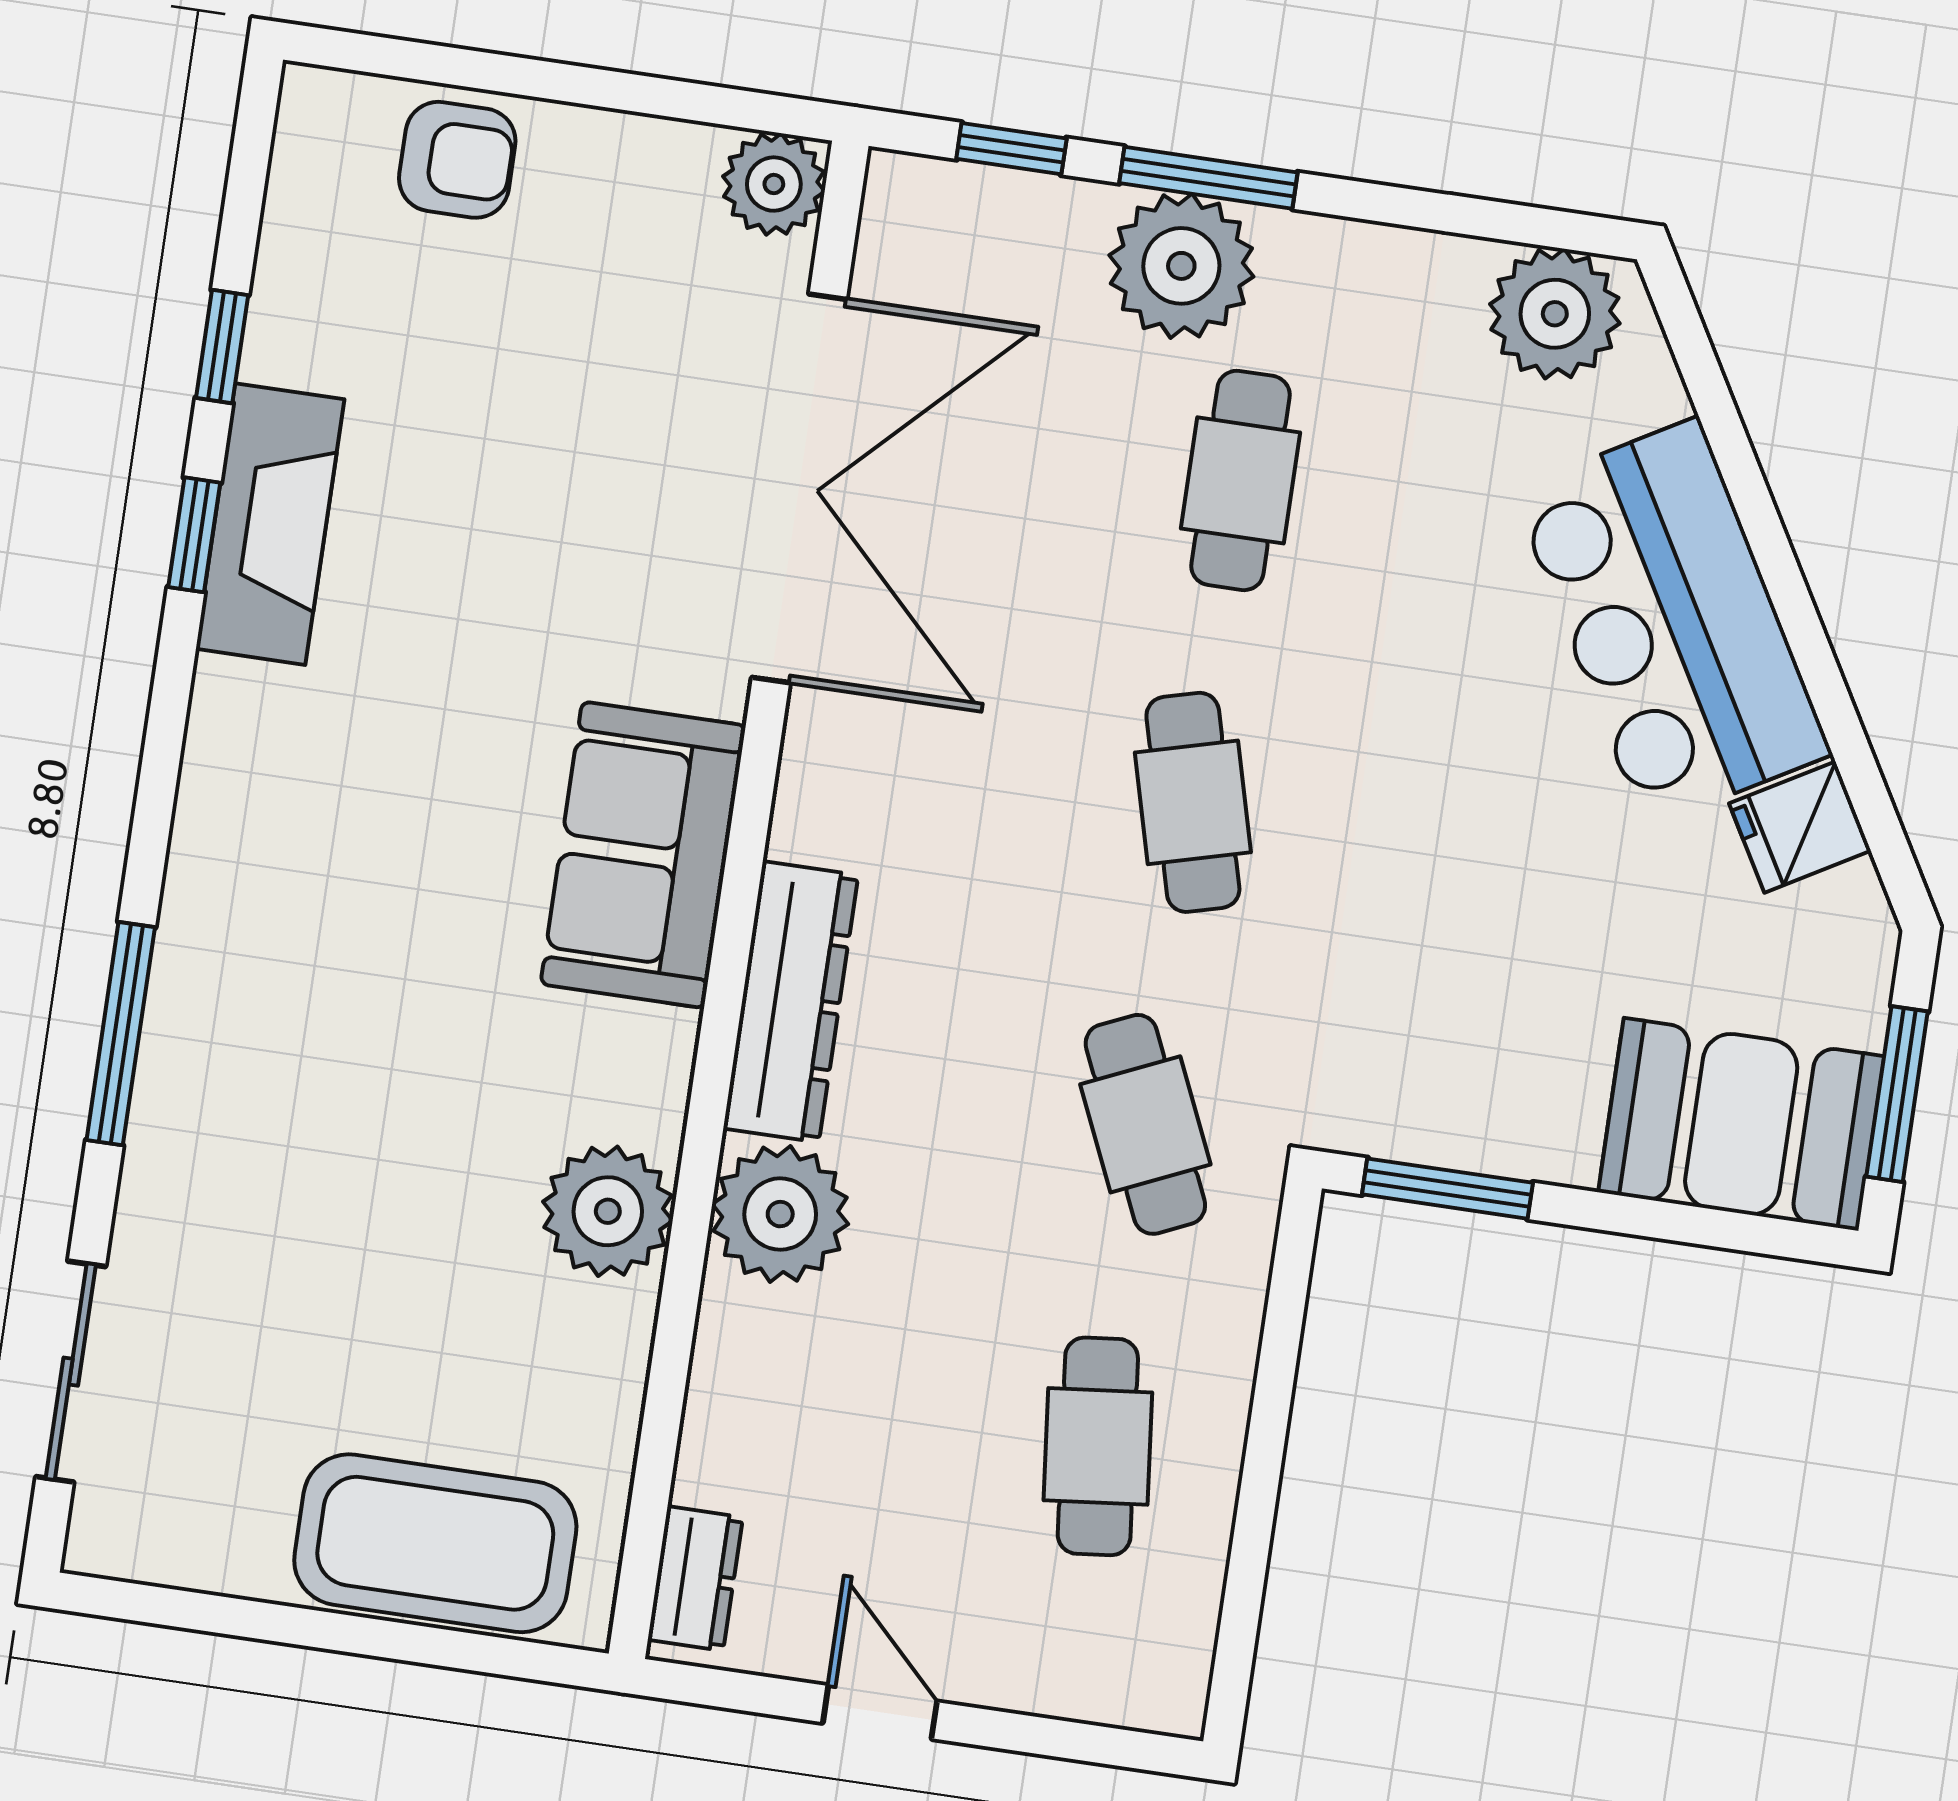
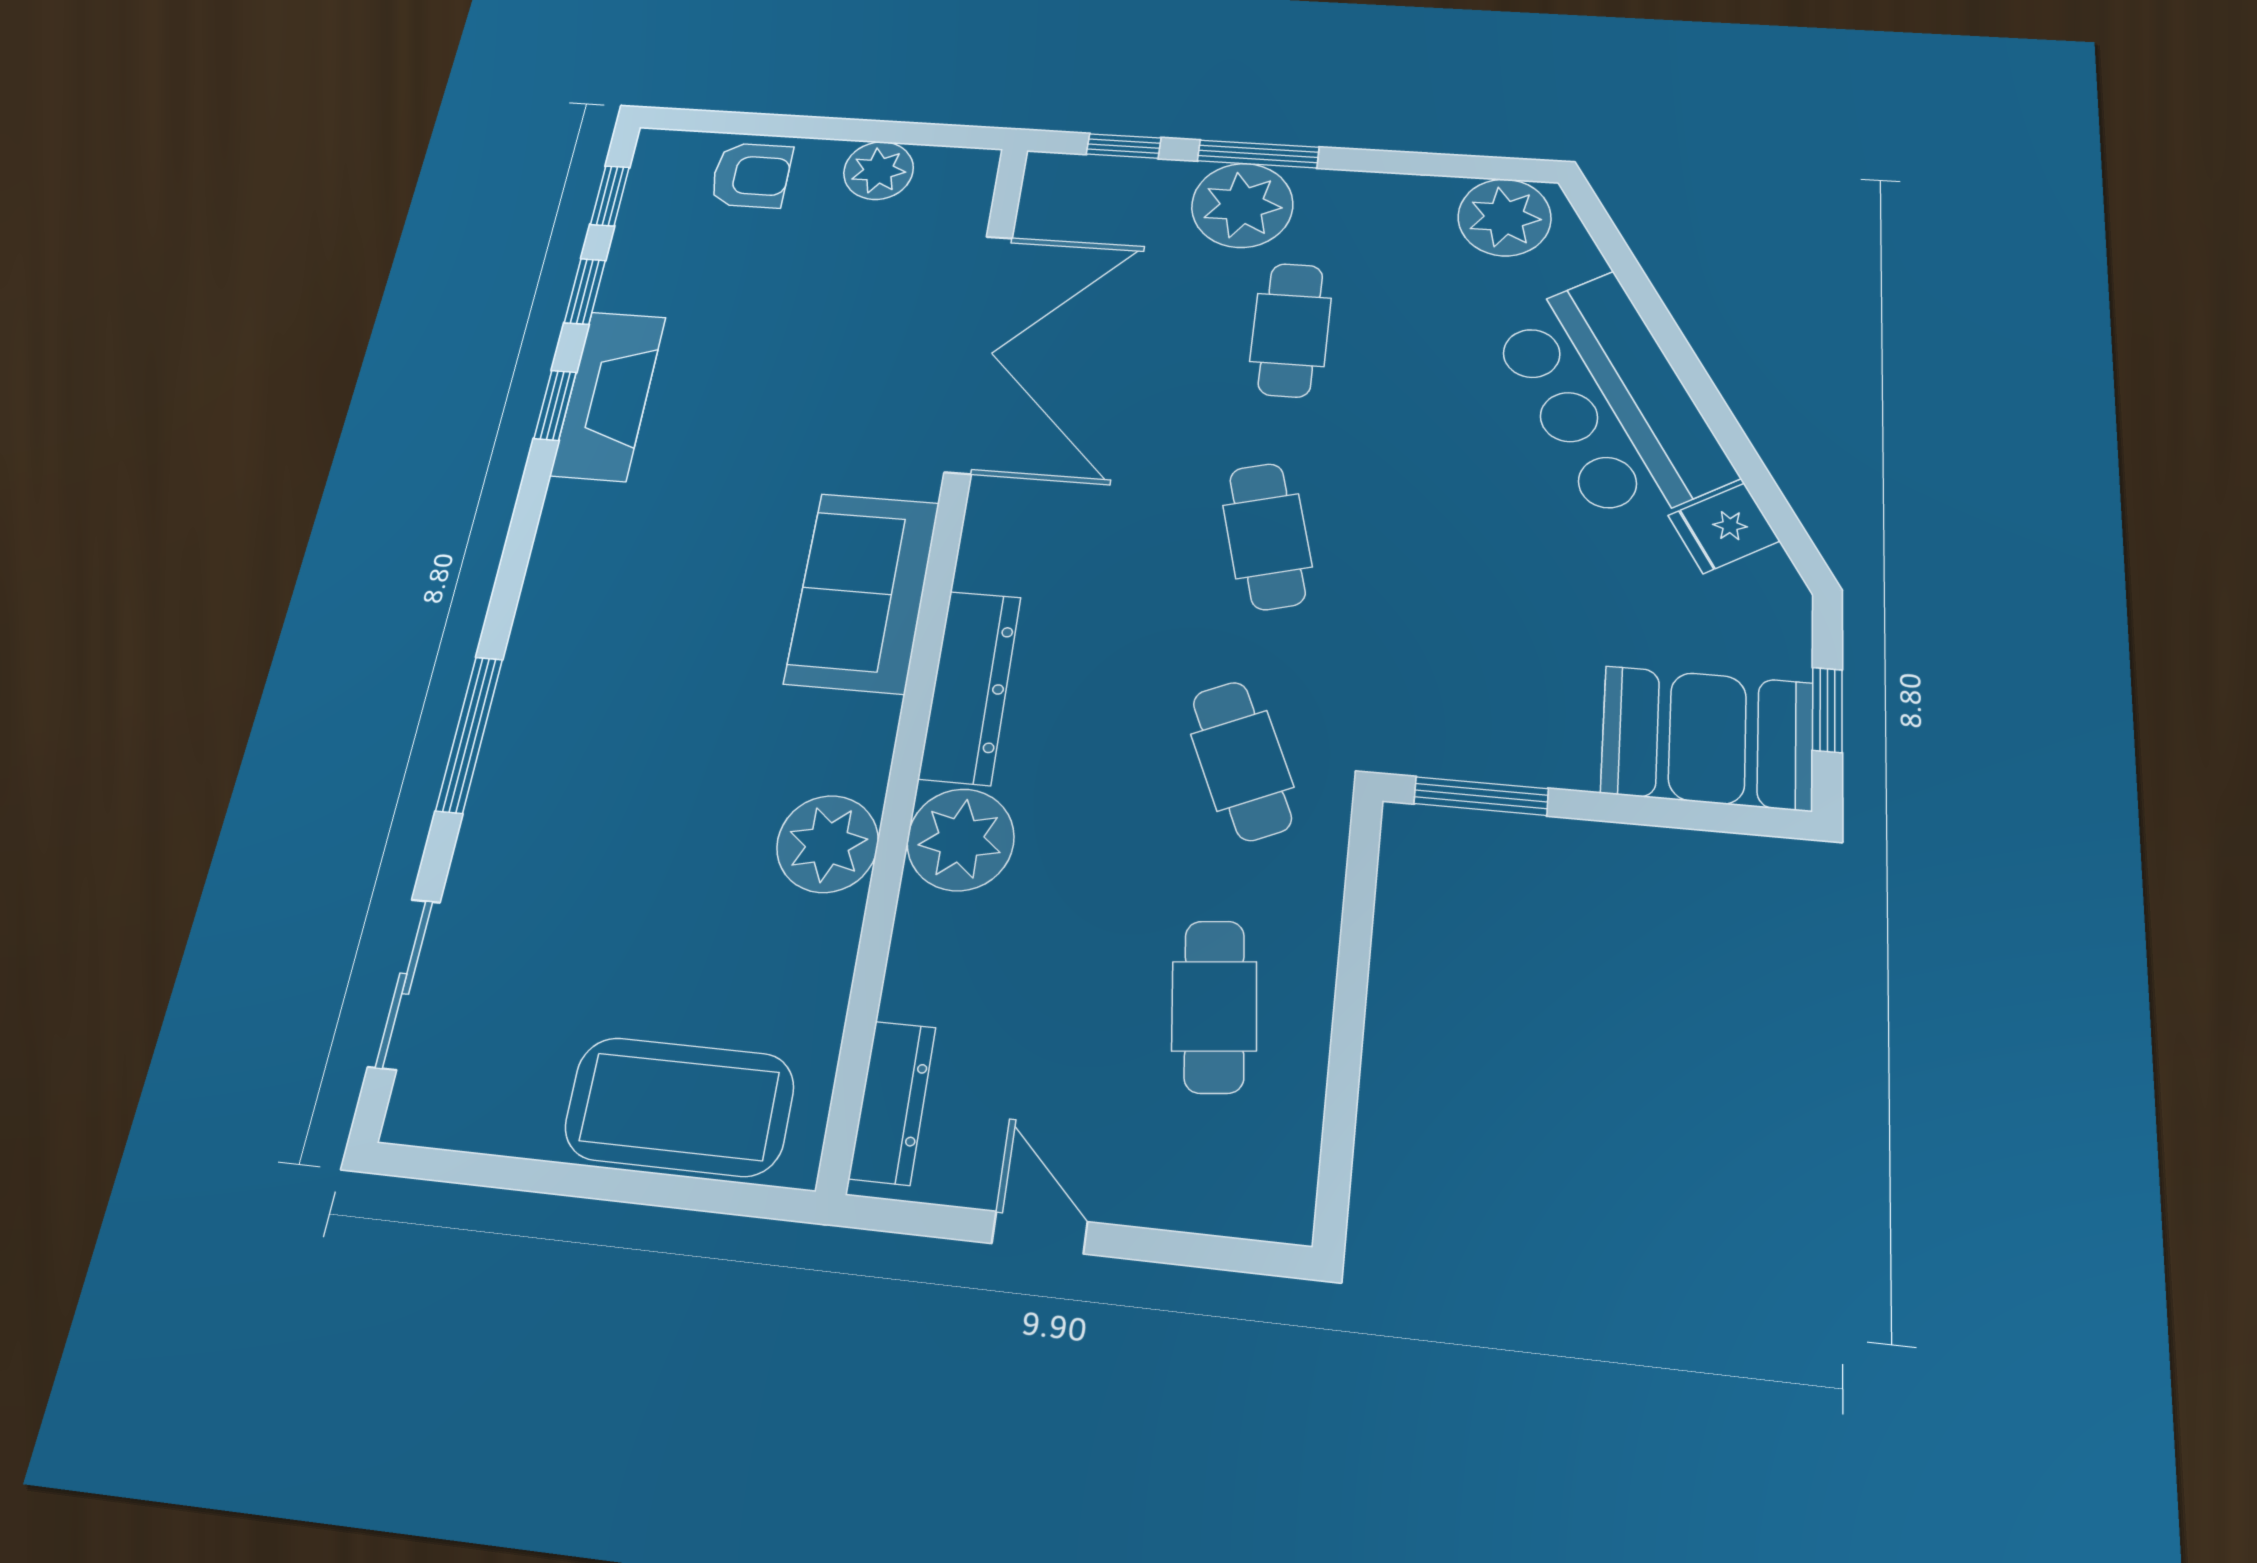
window: (247, 181) -> (610, 196), added
plant: (774, 184) -> (879, 171), moved
window: (1897, 1094) -> (1827, 710), width x0.67
dresser: (695, 1578) -> (892, 1102), width x1.44

